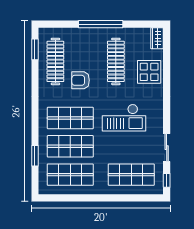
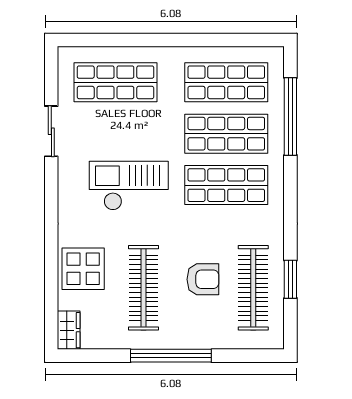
window: (35, 49) -> (290, 279), moved
armchair: (81, 80) -> (203, 279), moved
window: (35, 156) -> (290, 117), width x2.11
window: (167, 180) -> (51, 72), removed

